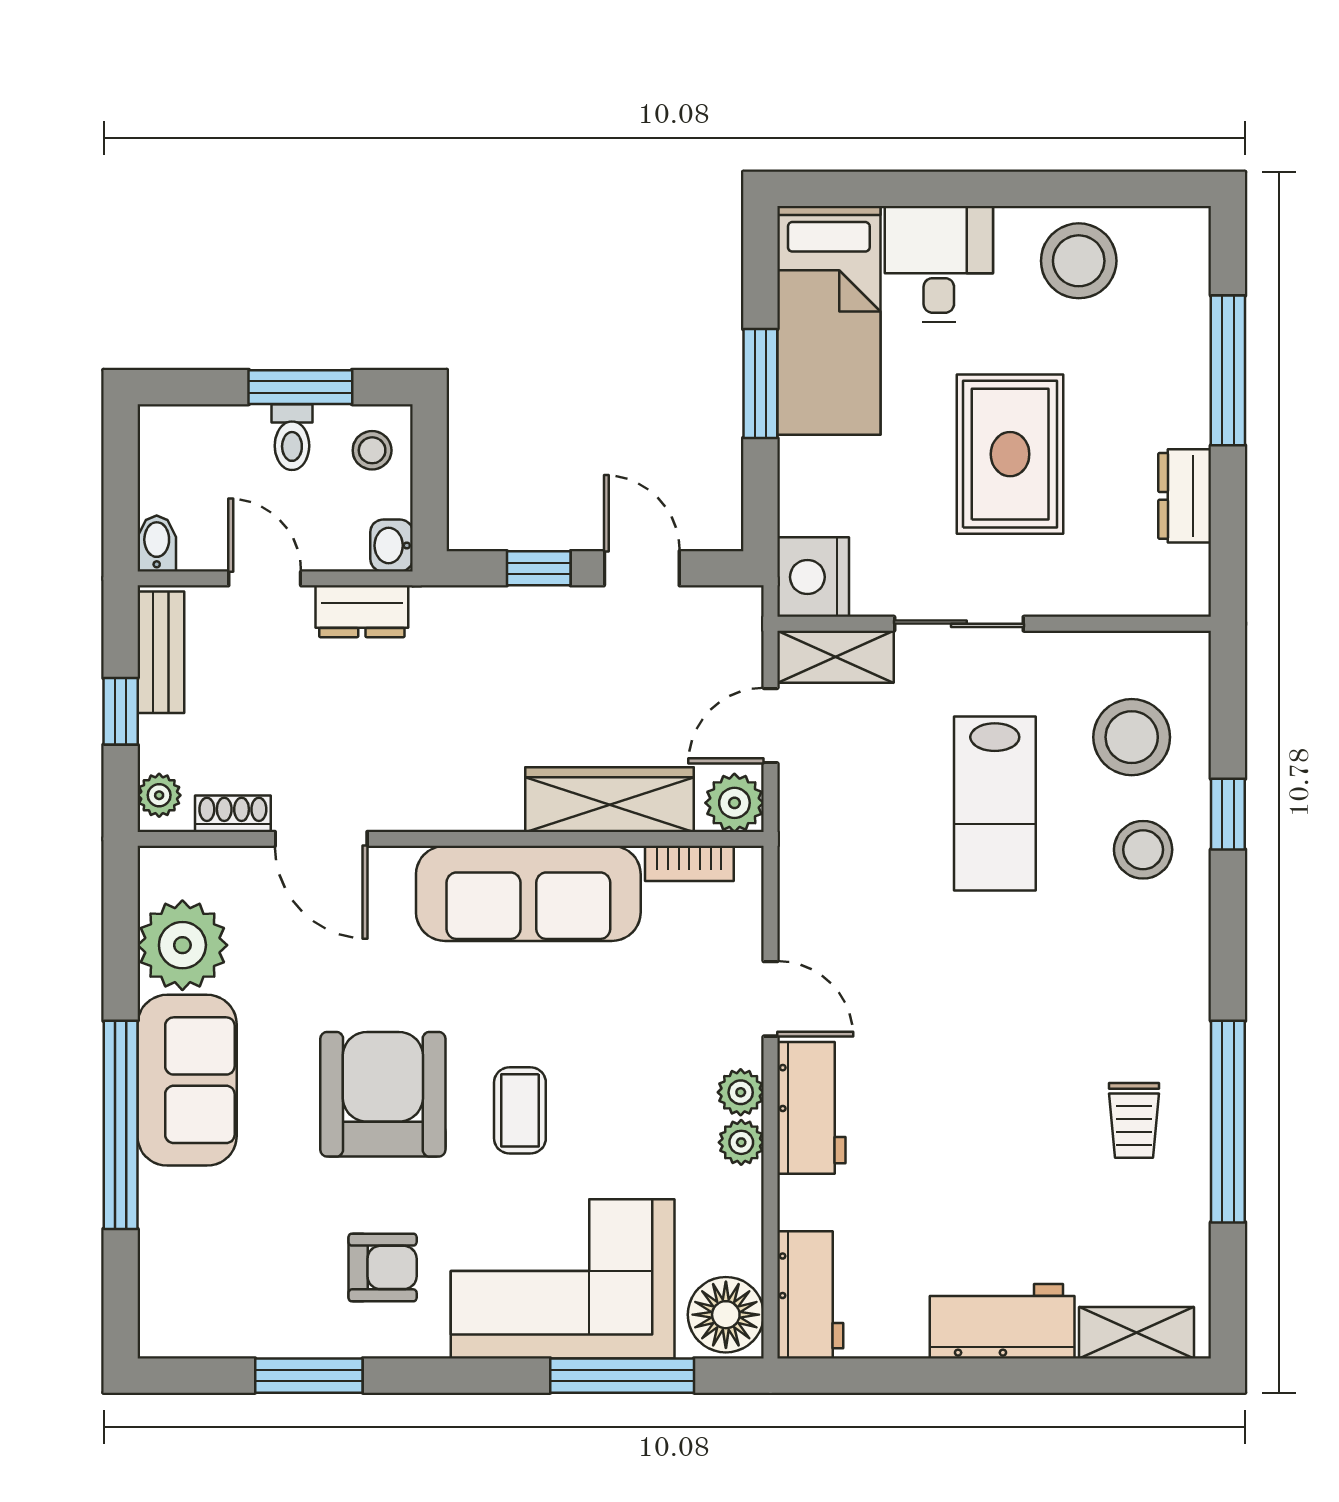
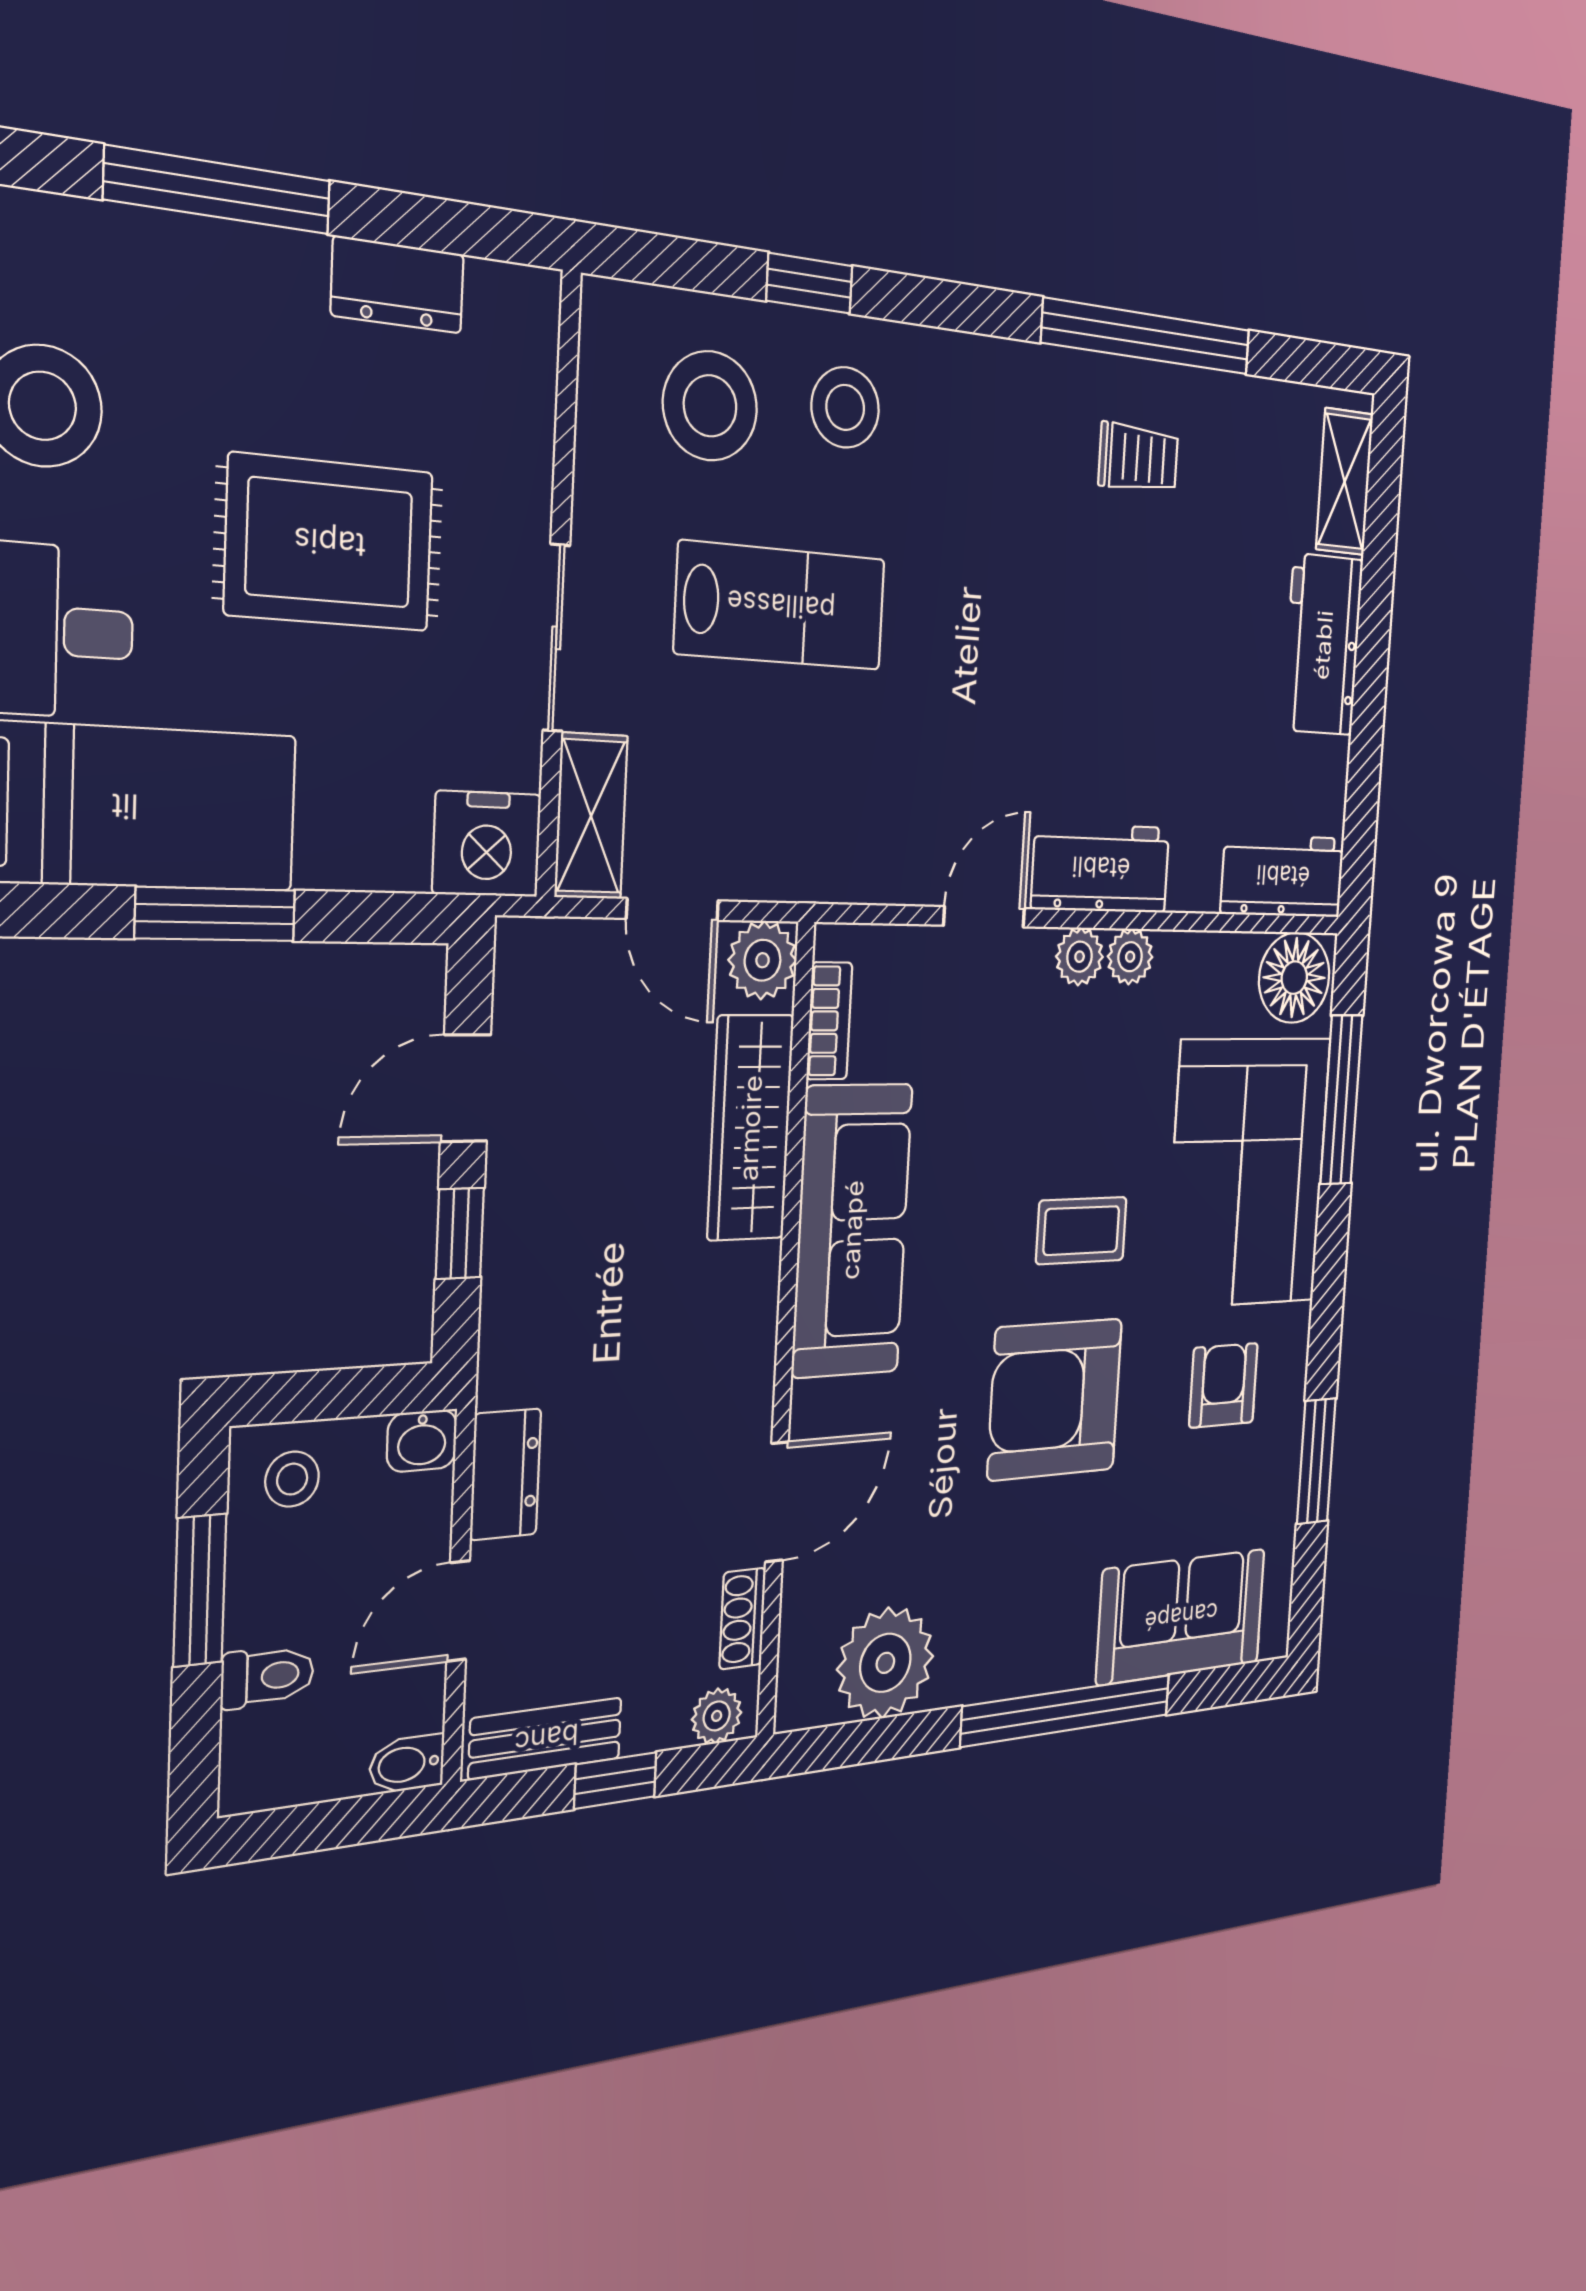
toilet: (292, 437) -> (267, 1677), moved
sofa: (187, 1080) -> (1181, 1617), moved

